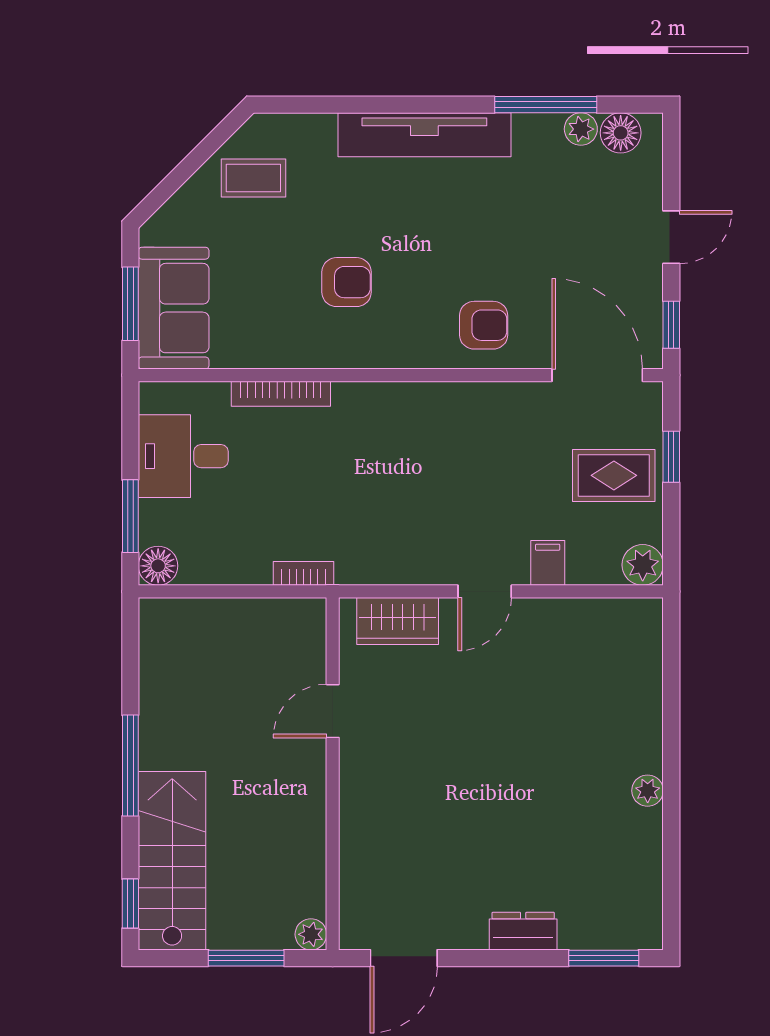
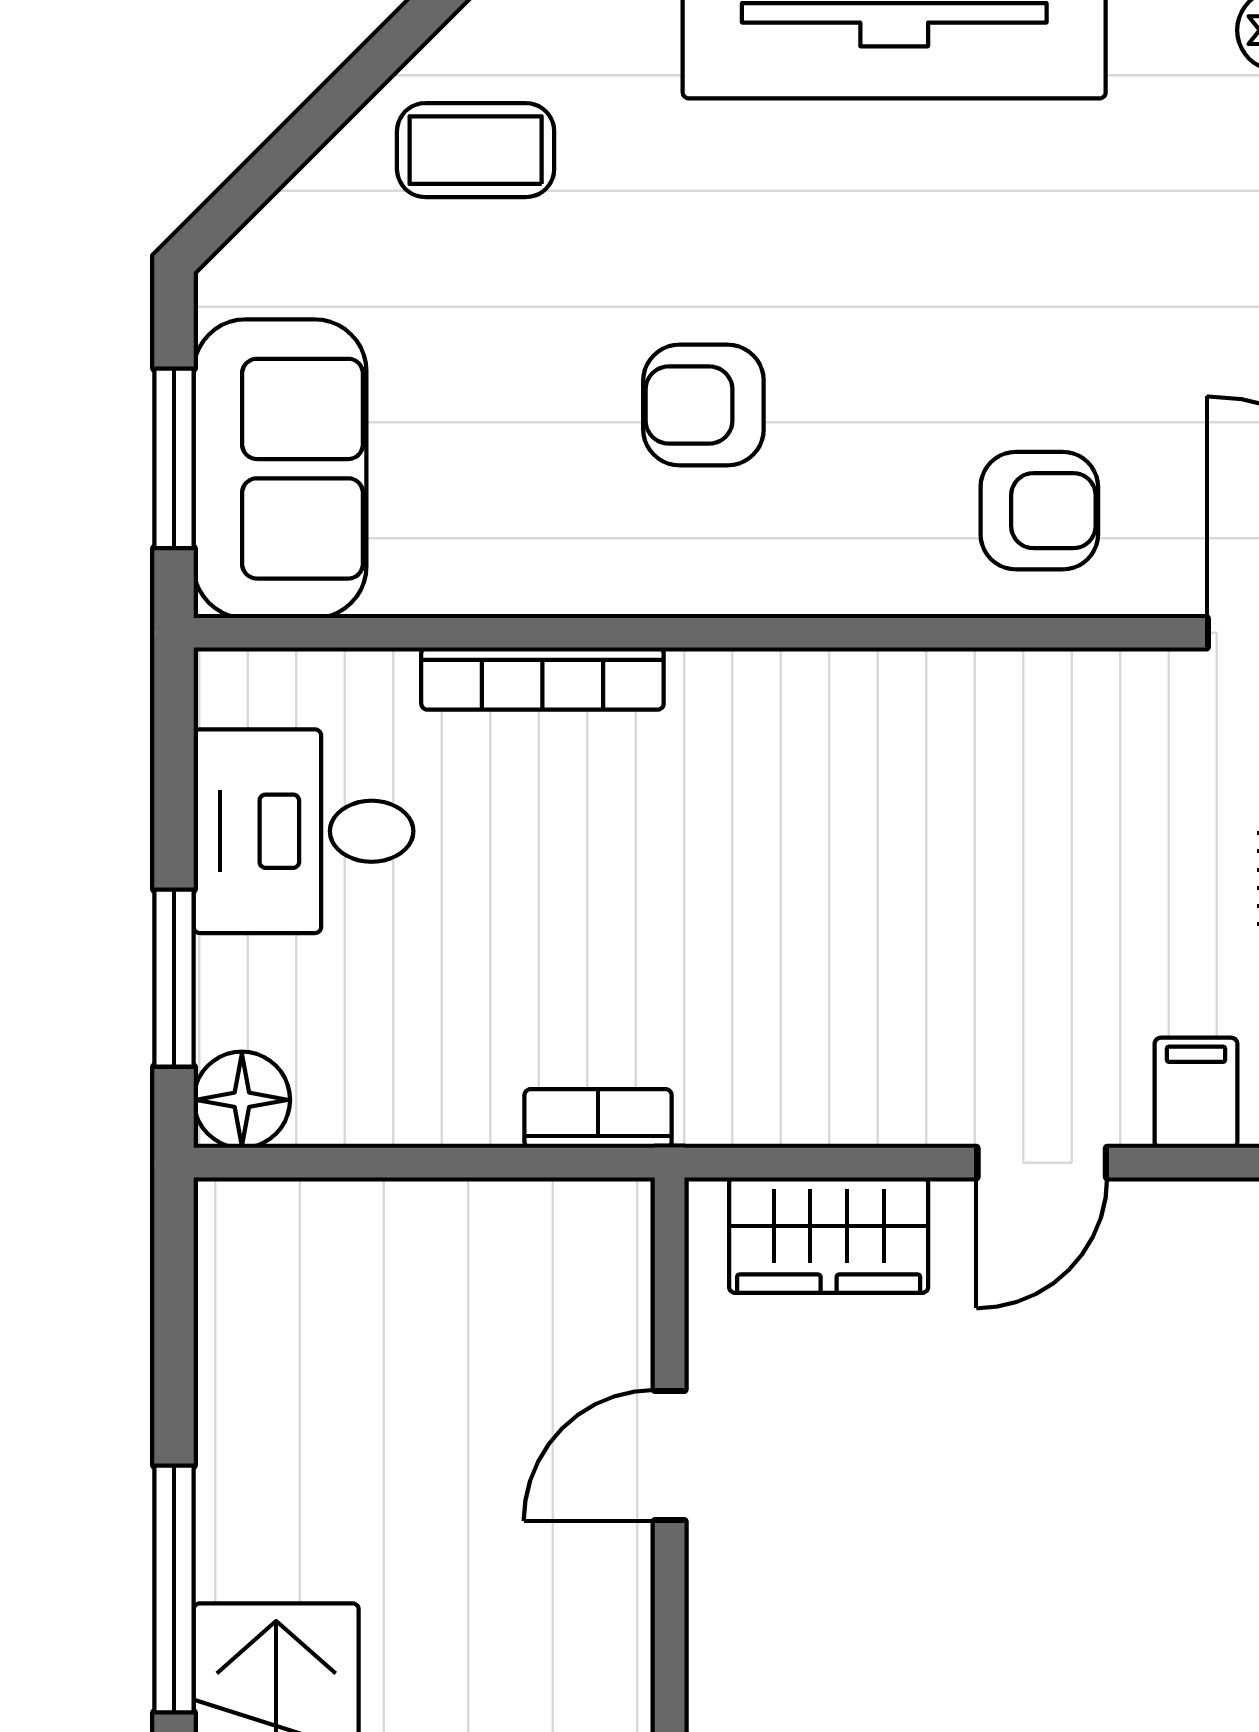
armchair: (347, 282) -> (703, 405), turned 180

